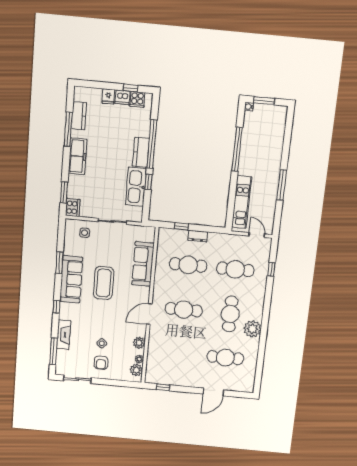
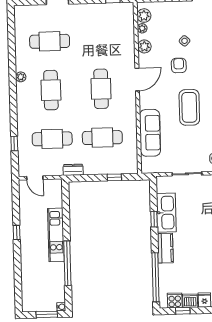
window: (152, 144) -> (156, 277), moved
window: (282, 185) -> (17, 232), width x0.46
kitchen unit: (242, 202) -> (56, 235), moved
dresser: (198, 236) -> (73, 170), moved
cafe table: (184, 310) -> (101, 89), turned 90
plant: (252, 329) -> (21, 77), width x0.53, depth x0.53
armchair: (101, 363) -> (179, 65), moved

